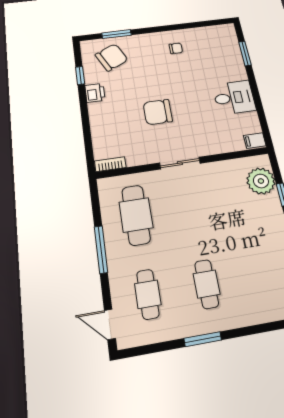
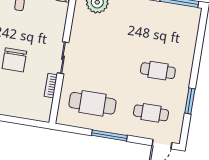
bookcase: (110, 164) -> (51, 86), moved
window: (203, 339) -> (190, 101), moved

